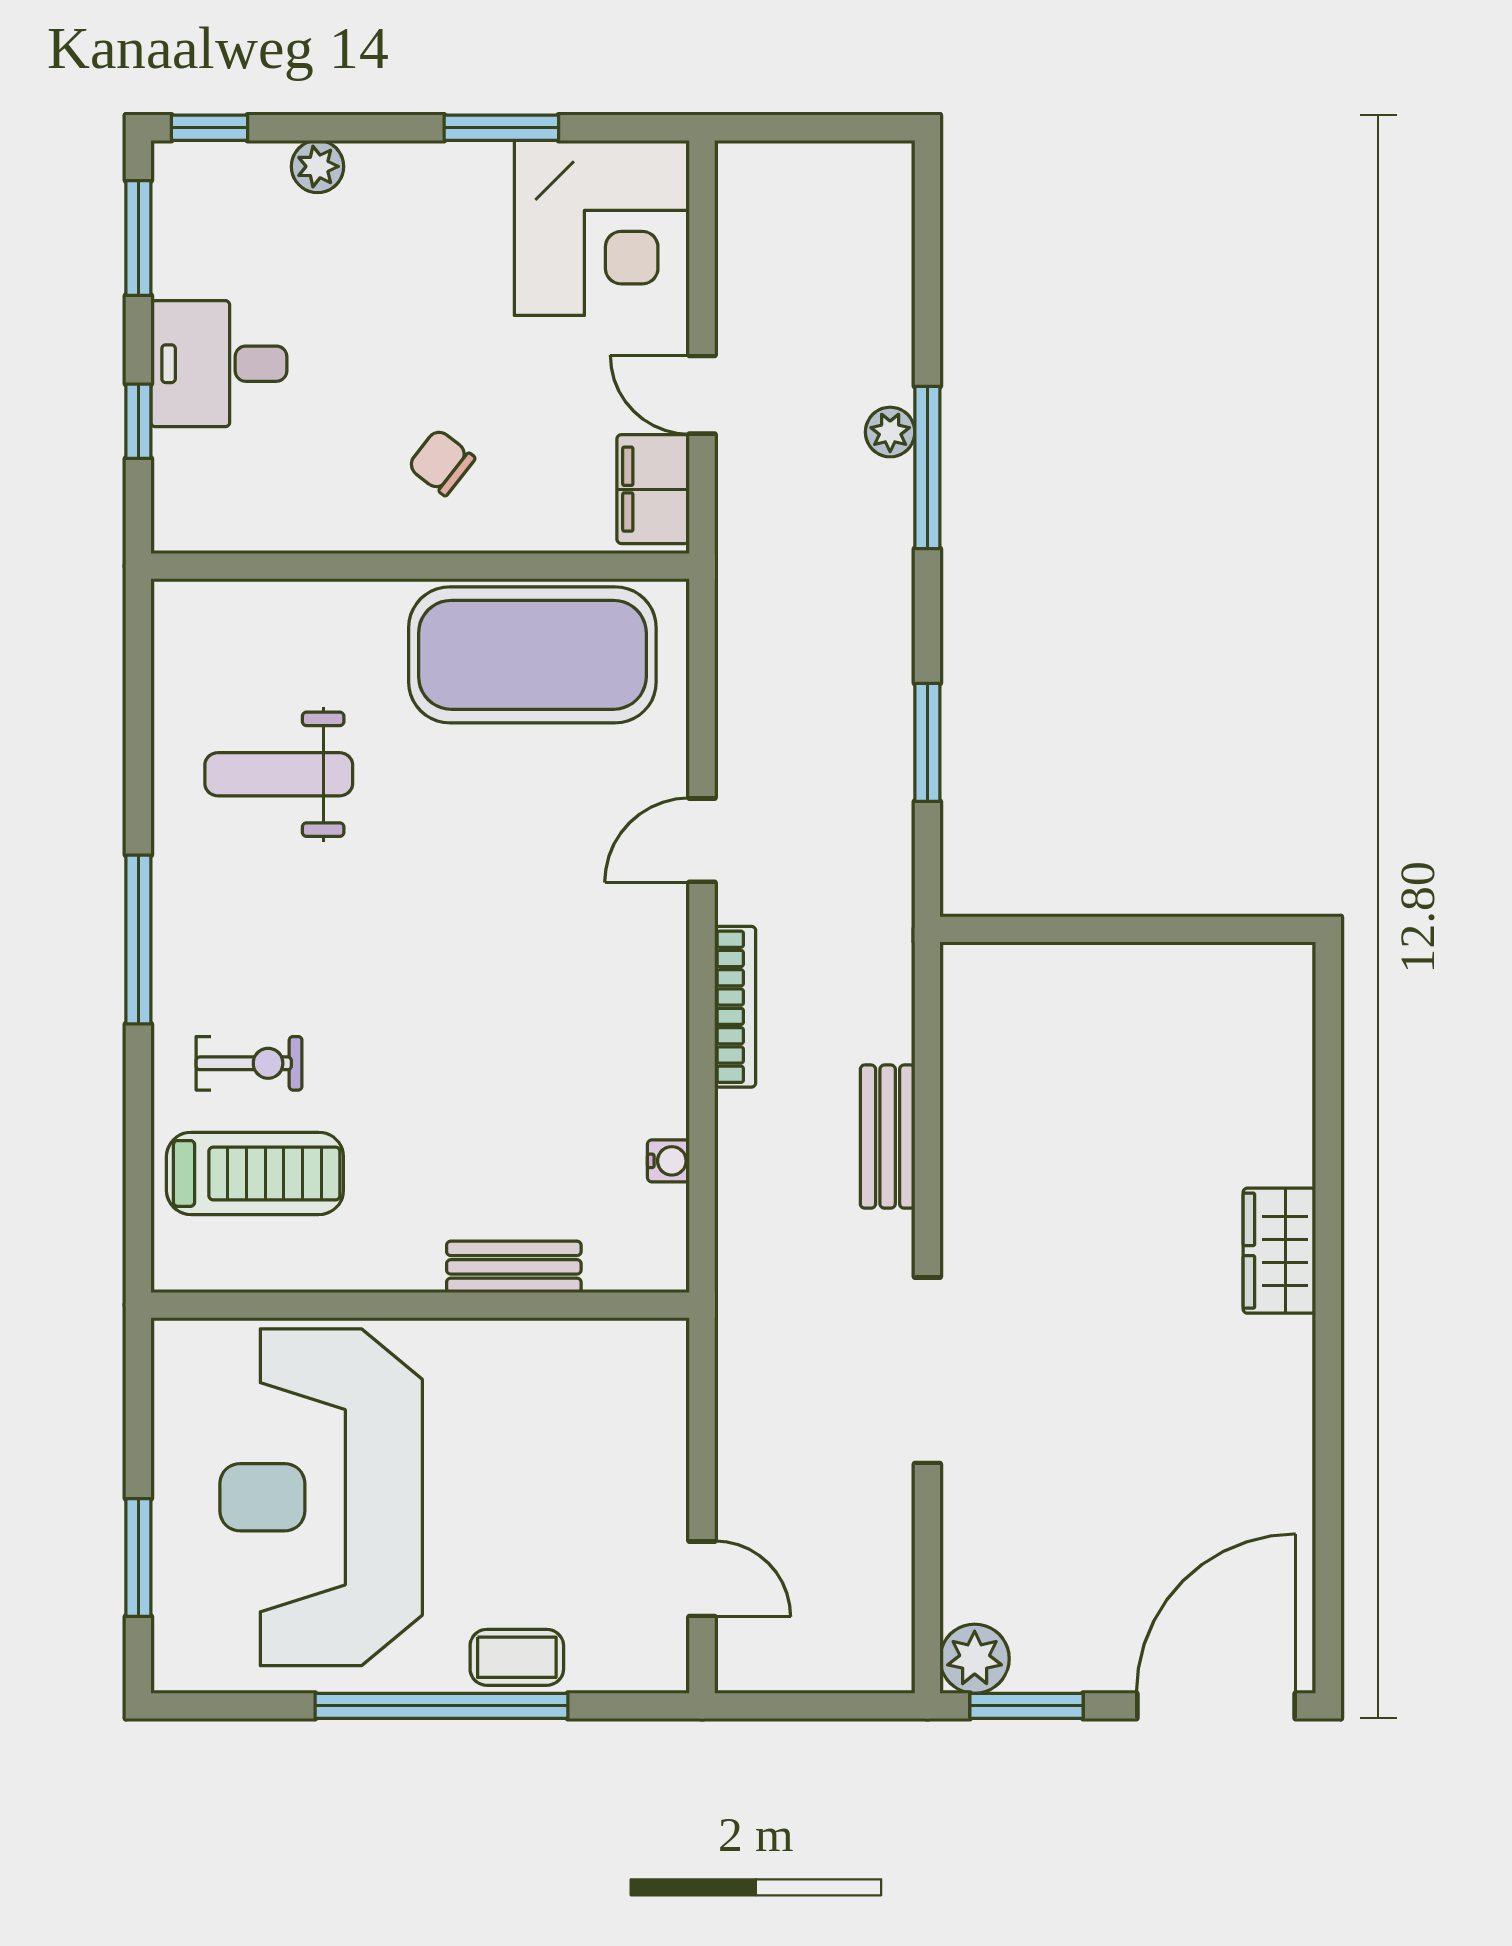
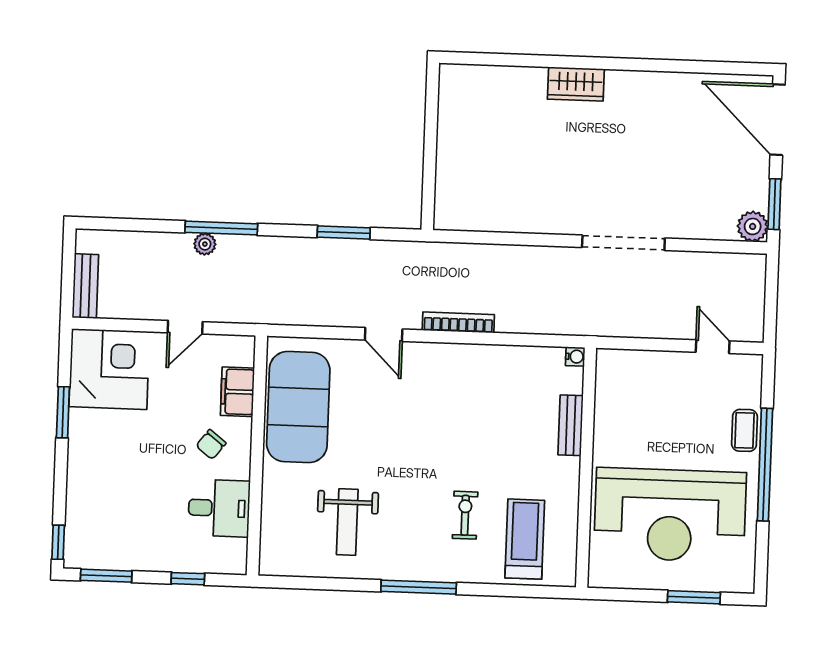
plant: (318, 166) -> (77, 495), removed
desk: (219, 364) -> (219, 508), moved, turned -90
filing cabinet: (653, 489) -> (237, 392), moved, turned 90
exercise bike: (249, 1063) -> (465, 515), moved
bench: (888, 1137) -> (85, 286), moved, turned 90
water cooler: (668, 1161) -> (575, 357), moved, turned 90
door: (702, 1579) -> (713, 347), hinge flipped

